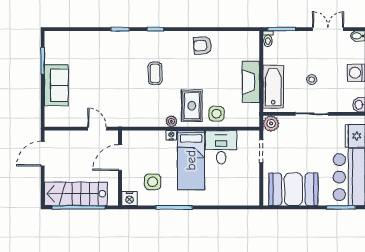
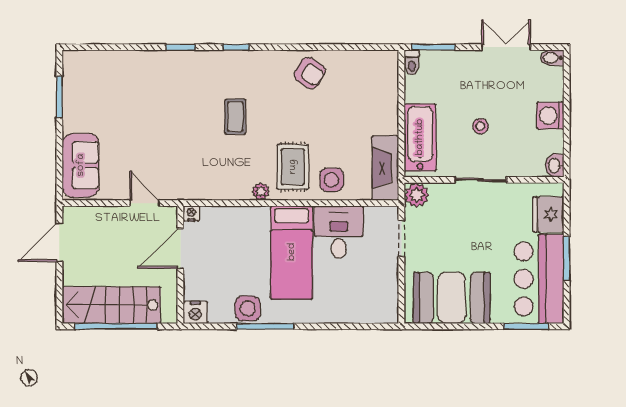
armchair: (203, 46) -> (310, 73), turned -144
fireplace: (251, 82) -> (385, 168), moved
sofa: (56, 85) -> (81, 165), moved
nightstand: (171, 135) -> (191, 213), moved
side table: (153, 182) -> (248, 308), moved

